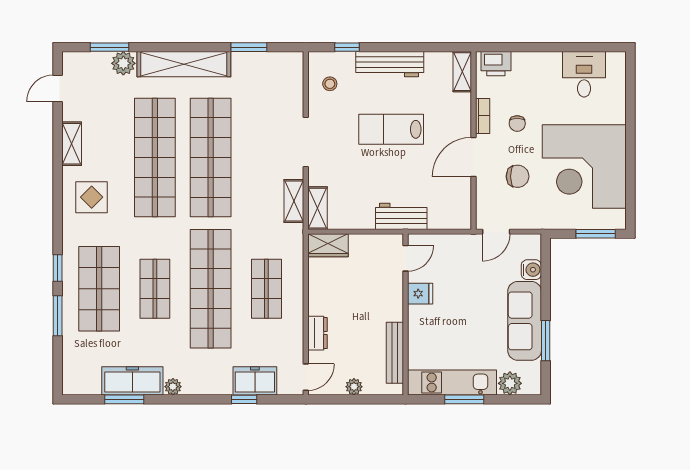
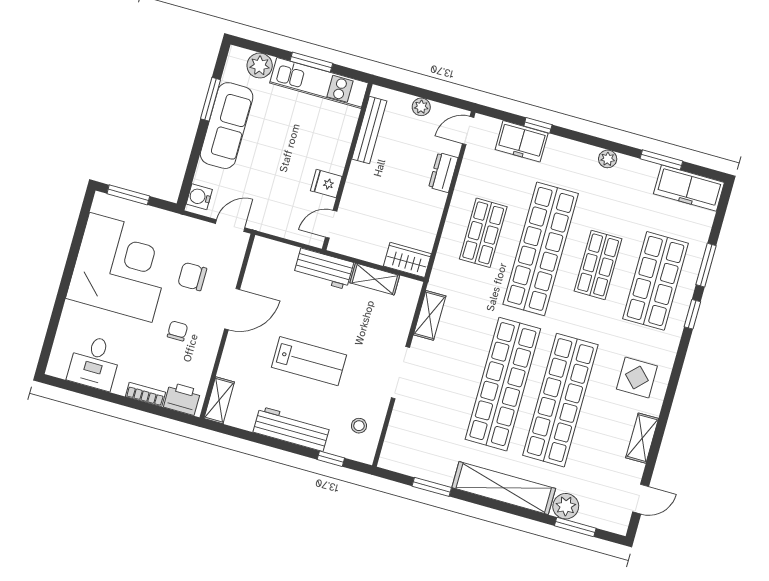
bookcase: (483, 116) -> (145, 394), moved, turned 90
shelving: (318, 208) -> (375, 279), moved, turned 90
water cooler: (531, 270) -> (199, 197), moved
freezer: (132, 381) -> (689, 188), moved

